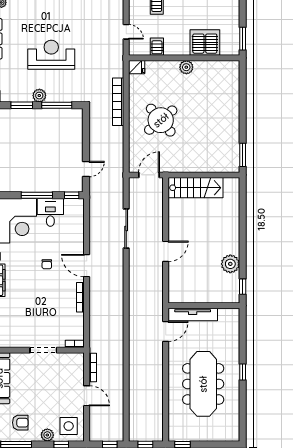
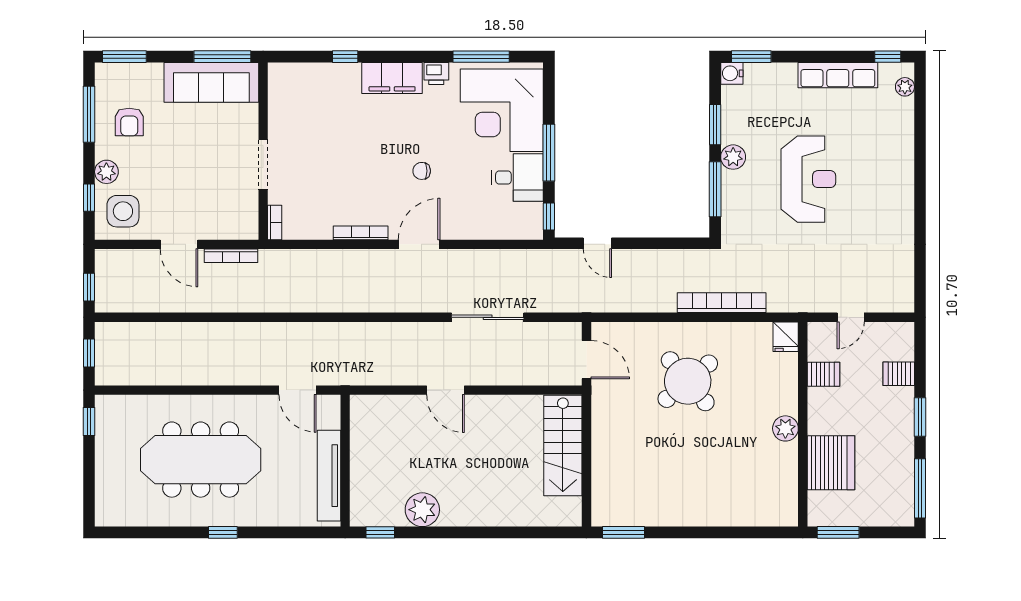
tv unit: (193, 314) -> (329, 476), moved
door: (87, 396) -> (179, 244), hinge flipped

